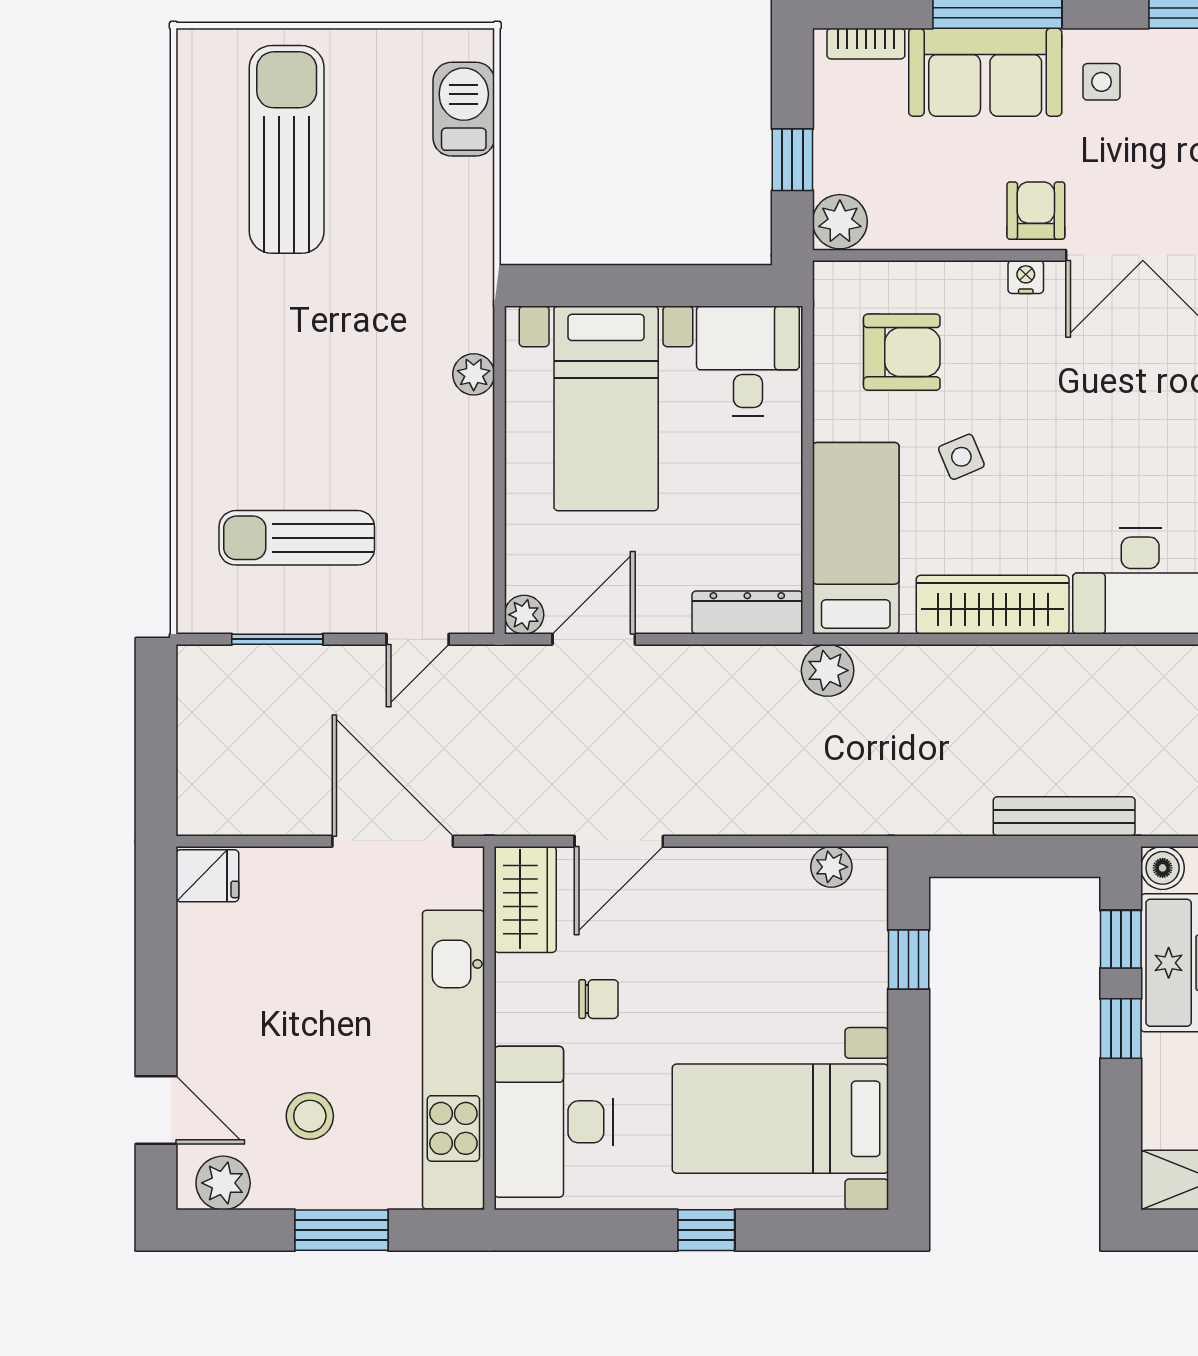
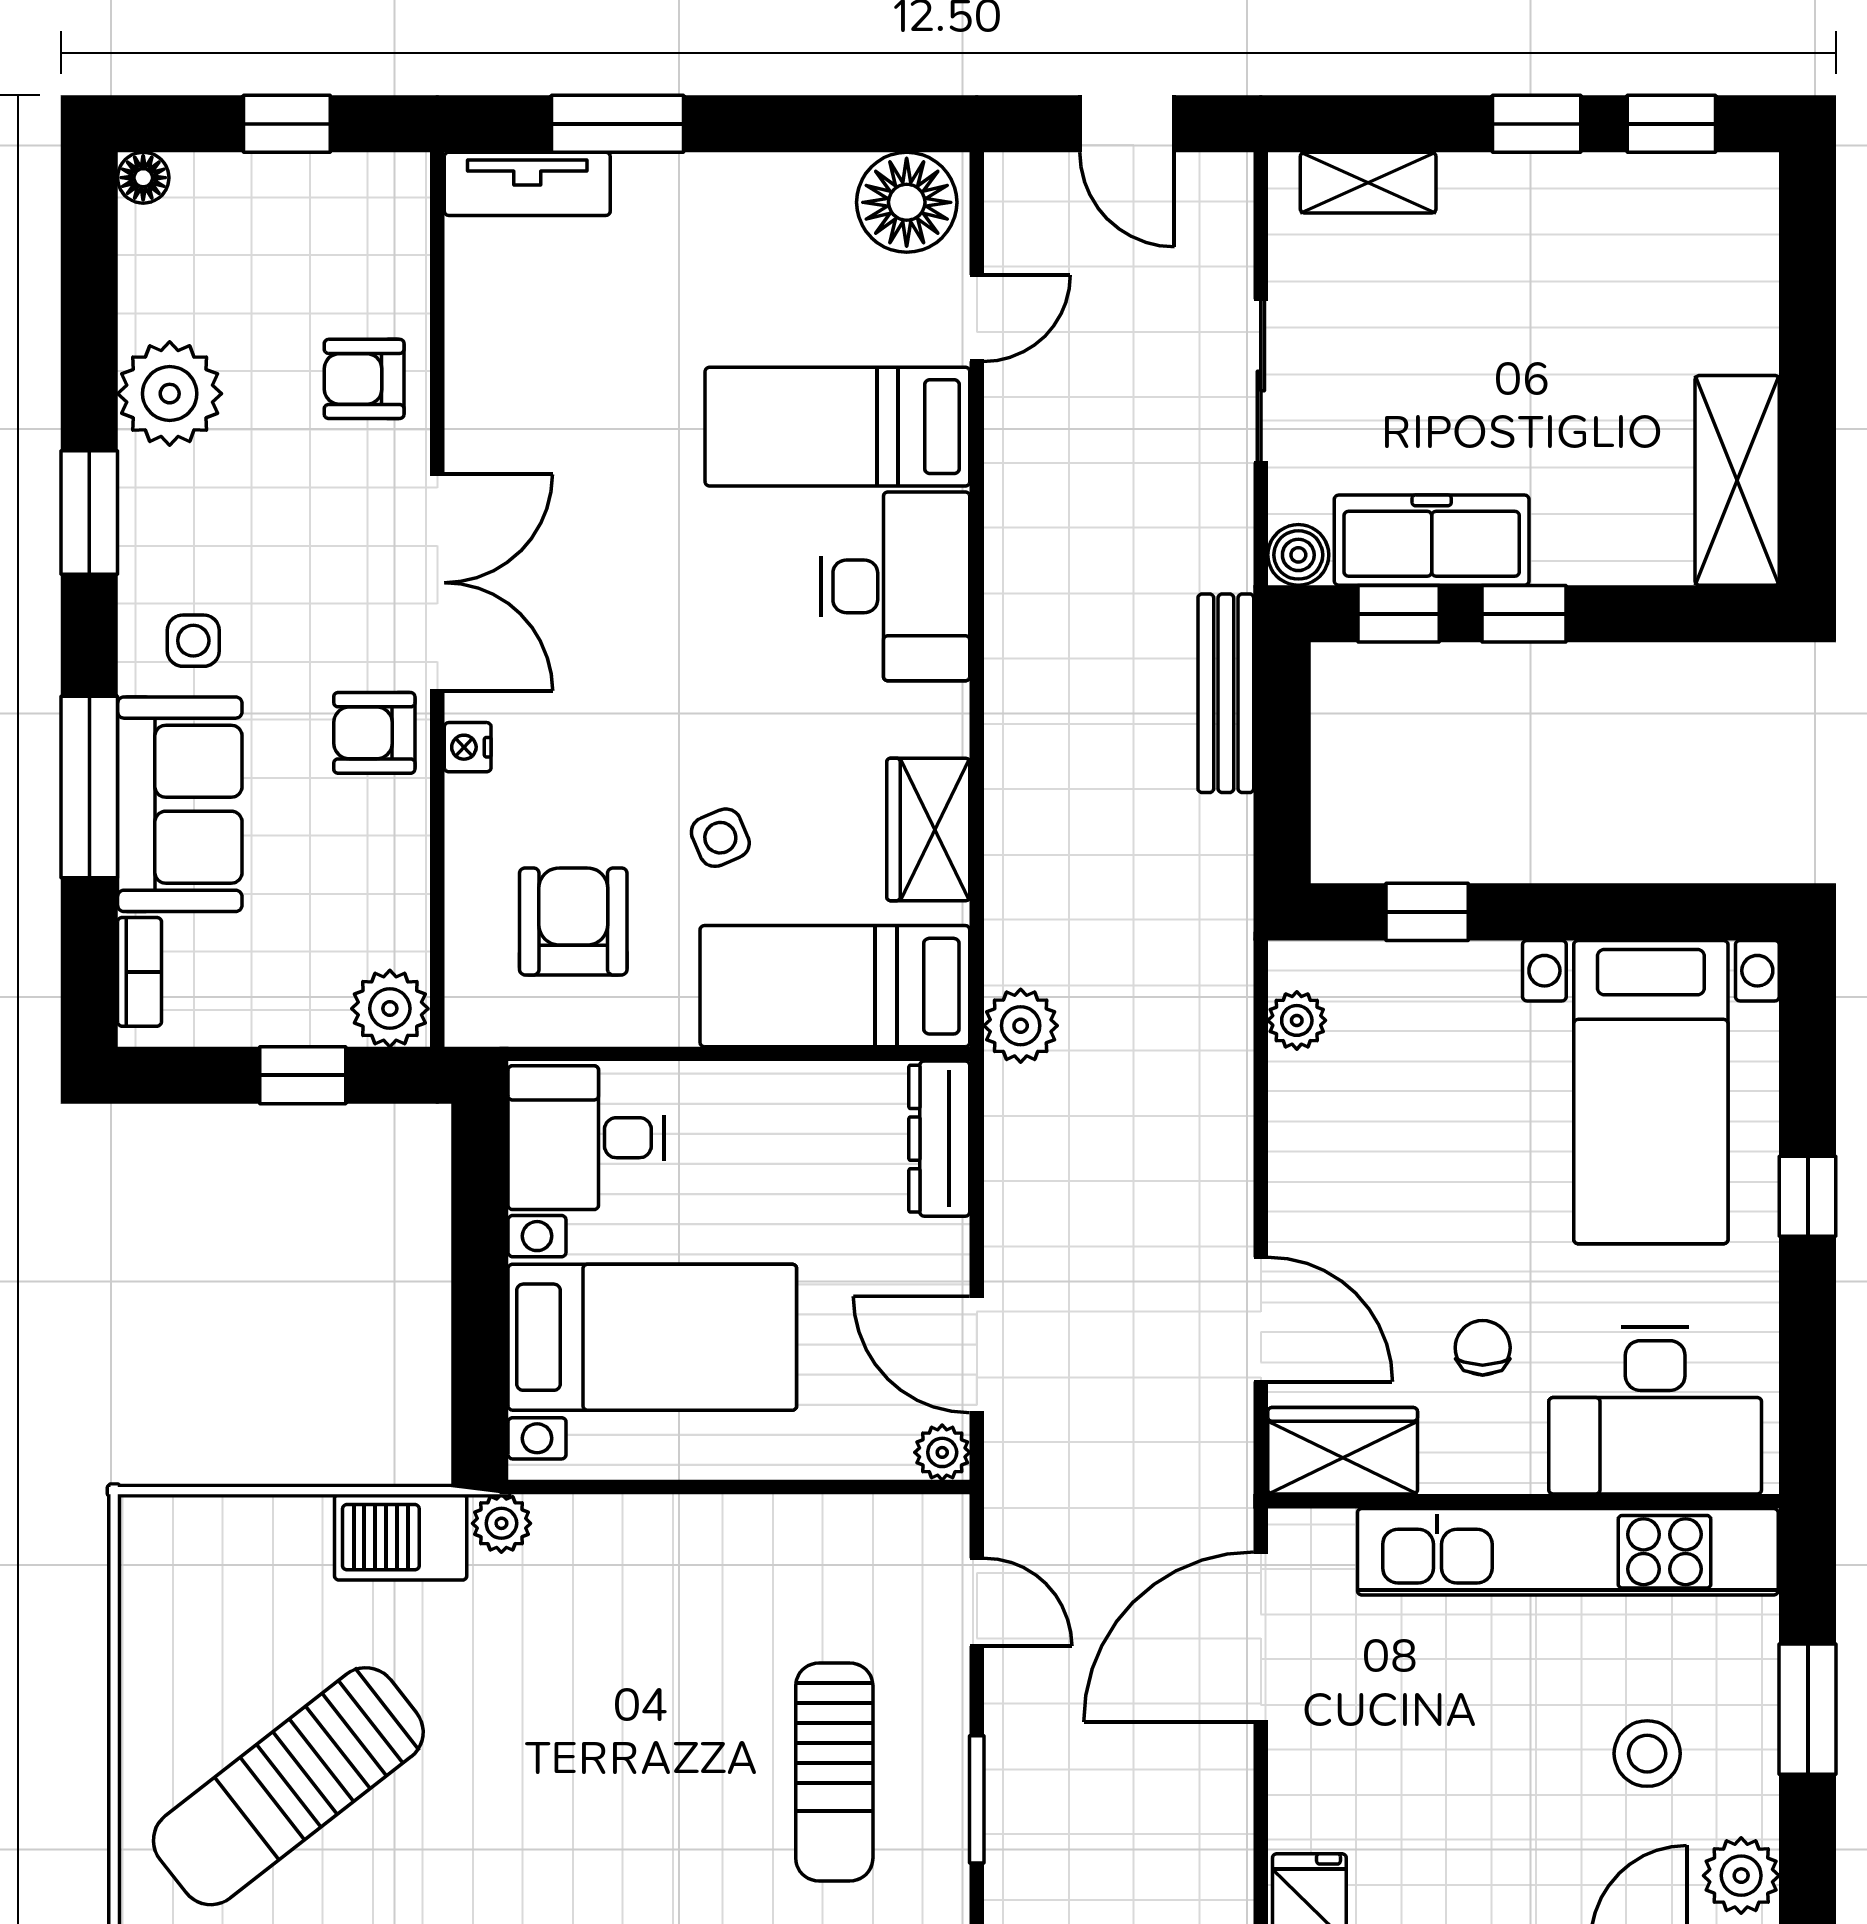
barbecue: (464, 109) -> (401, 1537), moved
sun lounger: (287, 149) -> (288, 1786), turned -38
plant: (474, 374) -> (501, 1523), moved
wardrobe: (993, 605) -> (928, 829), width x0.67

